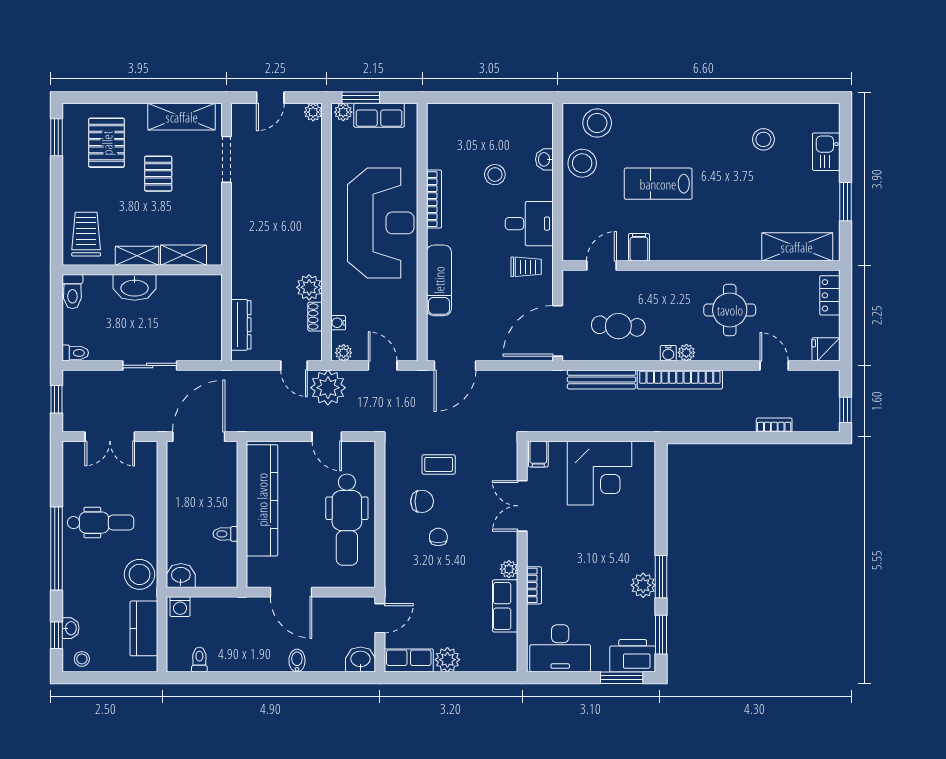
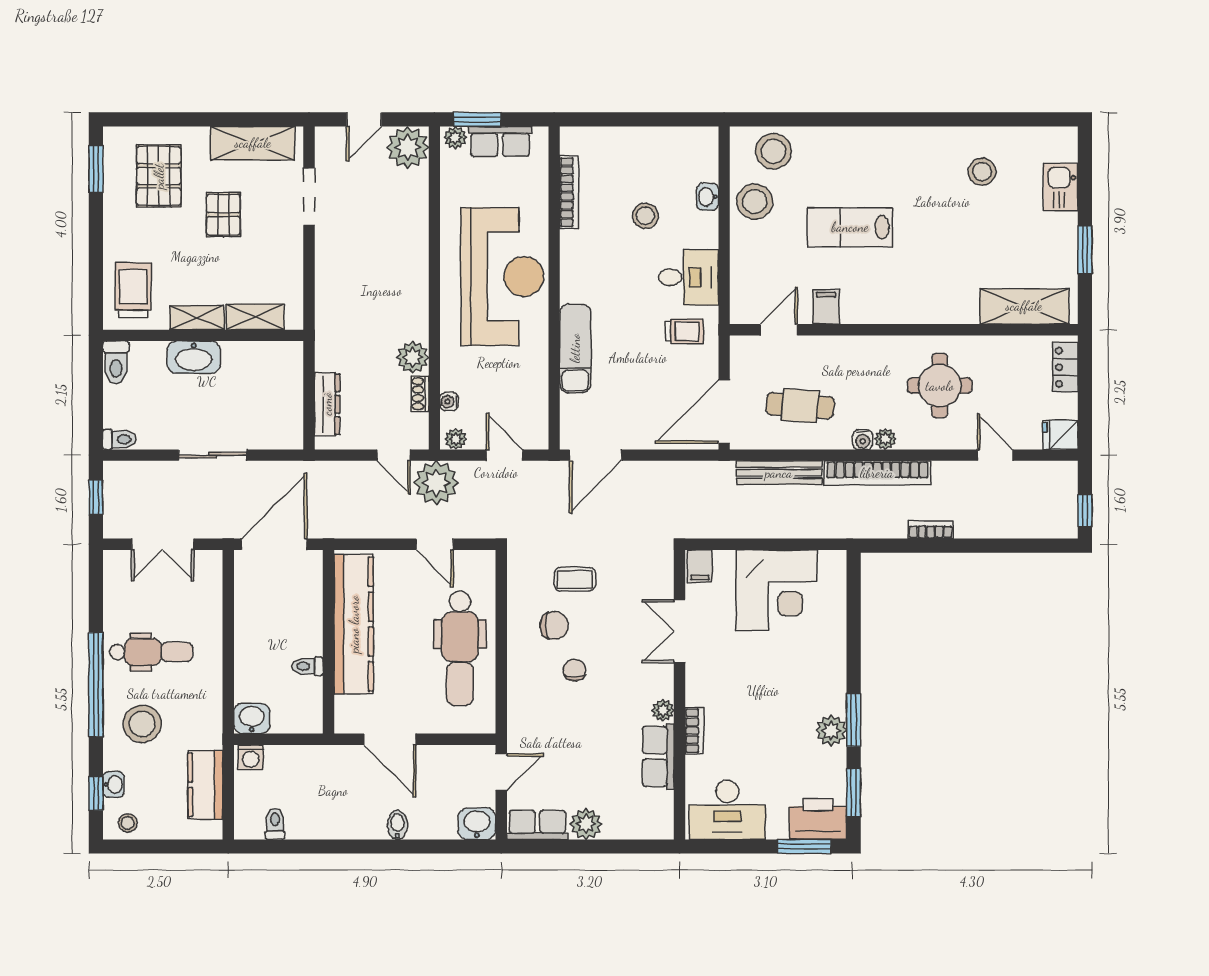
plant: (313, 112) -> (408, 147), width x1.88, depth x1.88
bookcase: (434, 199) -> (569, 192), moved
bookcase: (774, 425) -> (931, 530), moved
stool: (140, 574) -> (142, 724), moved

